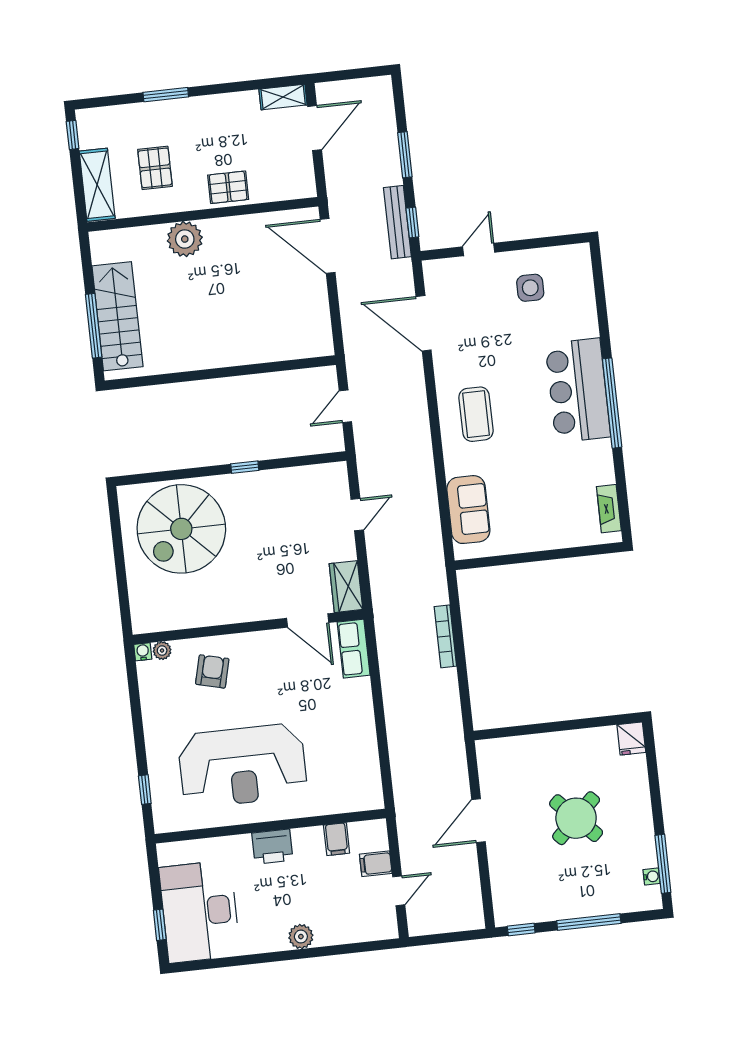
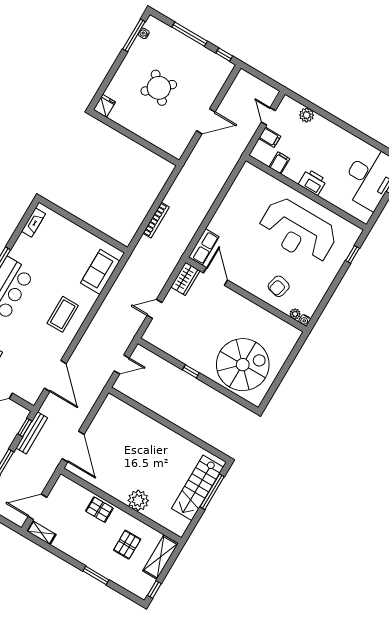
reception desk: (243, 766) -> (298, 231), turned 180
door: (399, 891) -> (268, 116), hinge flipped
plant: (301, 937) -> (307, 115), moved

